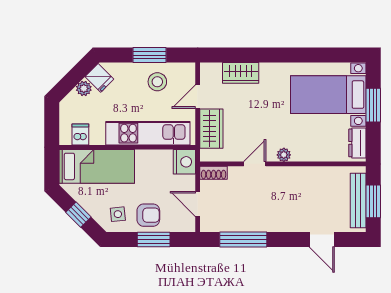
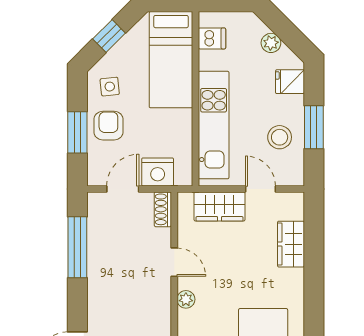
fridge: (99, 78) -> (290, 82), moved, turned 45
nightstand: (184, 162) -> (158, 172), moved
armchair: (148, 215) -> (108, 126), turned 180

